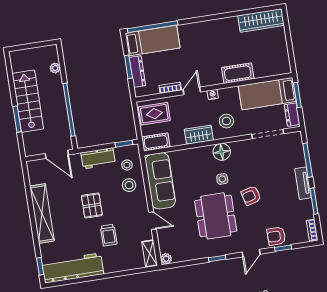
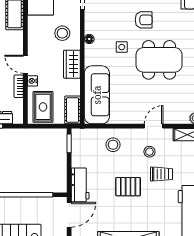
nightstand: (213, 94) -> (33, 81), moved
floor lamp: (222, 152) -> (89, 39), width x0.53, depth x0.53
workbench: (98, 158) -> (80, 185), moved
stool: (127, 165) -> (149, 152), moved
sofa: (160, 181) -> (97, 95), moved, turned 90
armchair: (251, 196) -> (144, 20), turned -75

